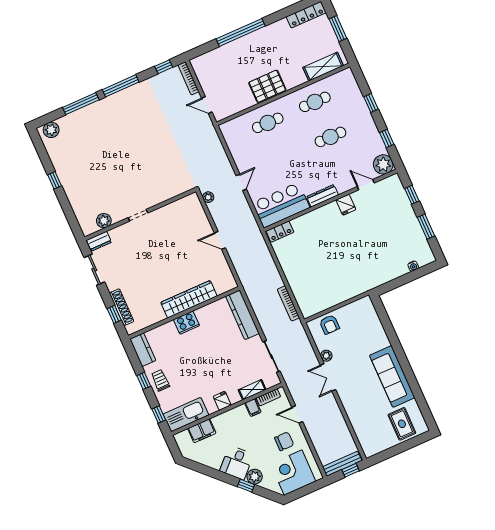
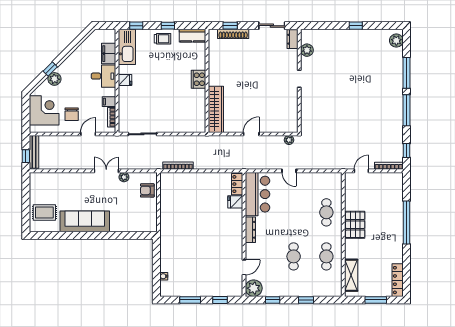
fridge: (346, 205) -> (235, 202), moved
wardrobe: (189, 299) -> (216, 109), moved
kitchen counter: (242, 315) -> (185, 126), removed
shelving: (252, 390) -> (123, 107), removed
desk: (237, 463) -> (103, 76), moved, turned 135

